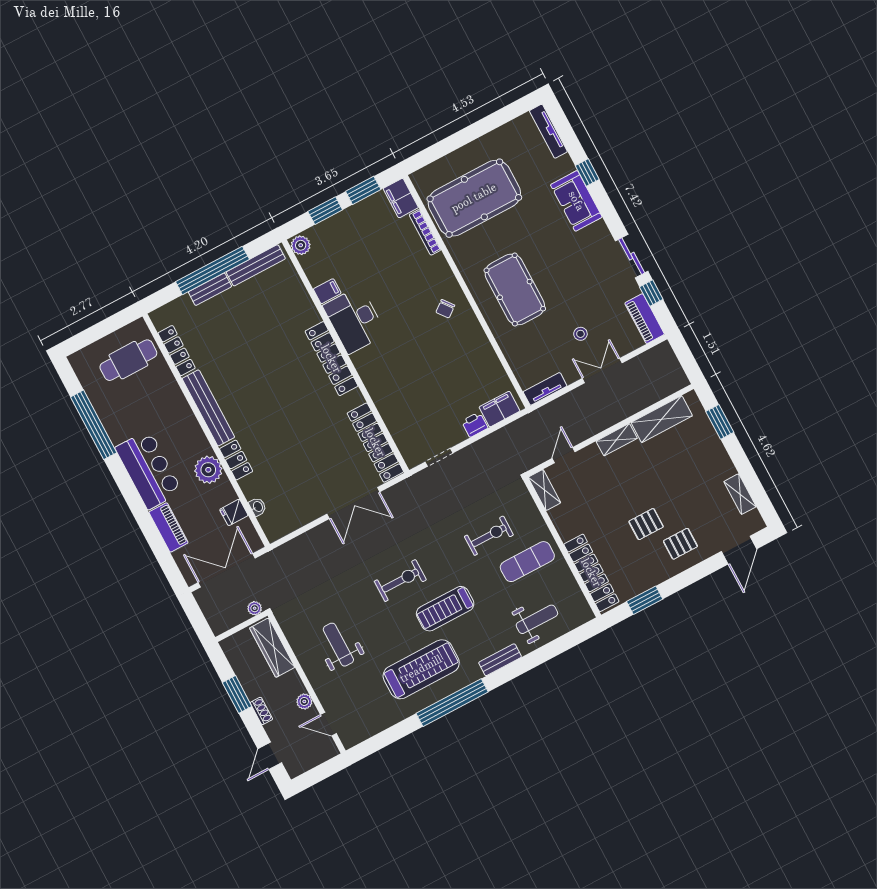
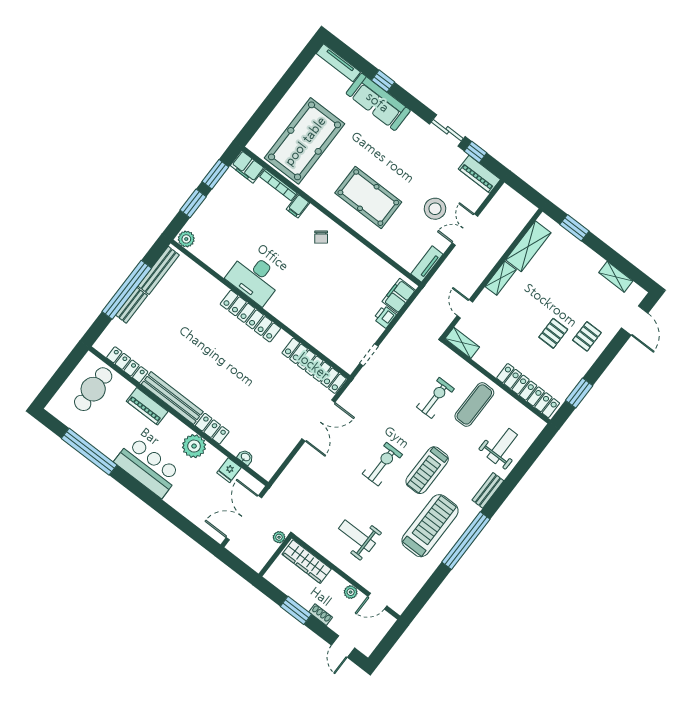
sofa: (576, 201) -> (378, 102), width x1.36
filing cabinet: (327, 291) -> (298, 206), moved, turned 180
stool: (580, 334) -> (435, 209), width x1.89, depth x1.89
piano: (168, 527) -> (147, 406), moved, turned 180

